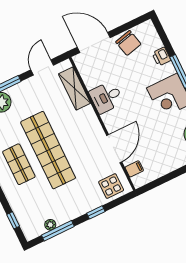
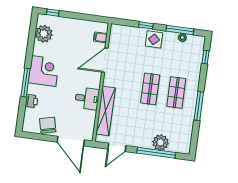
shelving: (75, 89) -> (106, 111), width x1.47
shop shelf: (48, 150) -> (150, 89), width x0.50, depth x0.74
display table: (111, 186) -> (154, 39), moved

